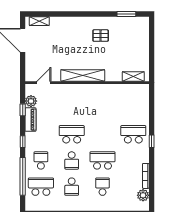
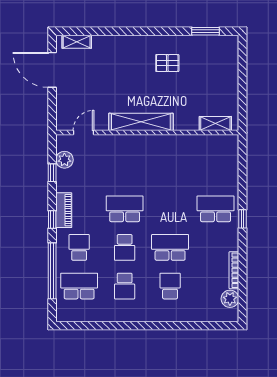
piano: (31, 120) -> (64, 210), moved

